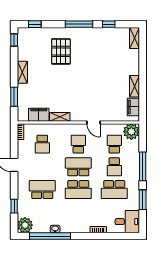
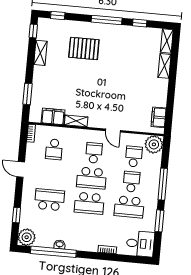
pallet: (61, 51) -> (84, 48), turned 90
shelving: (22, 72) -> (40, 53), moved
shelving: (134, 86) -> (164, 66), moved
school desk: (78, 167) -> (92, 178), turned 180
school desk: (114, 167) -> (131, 182), turned 180

